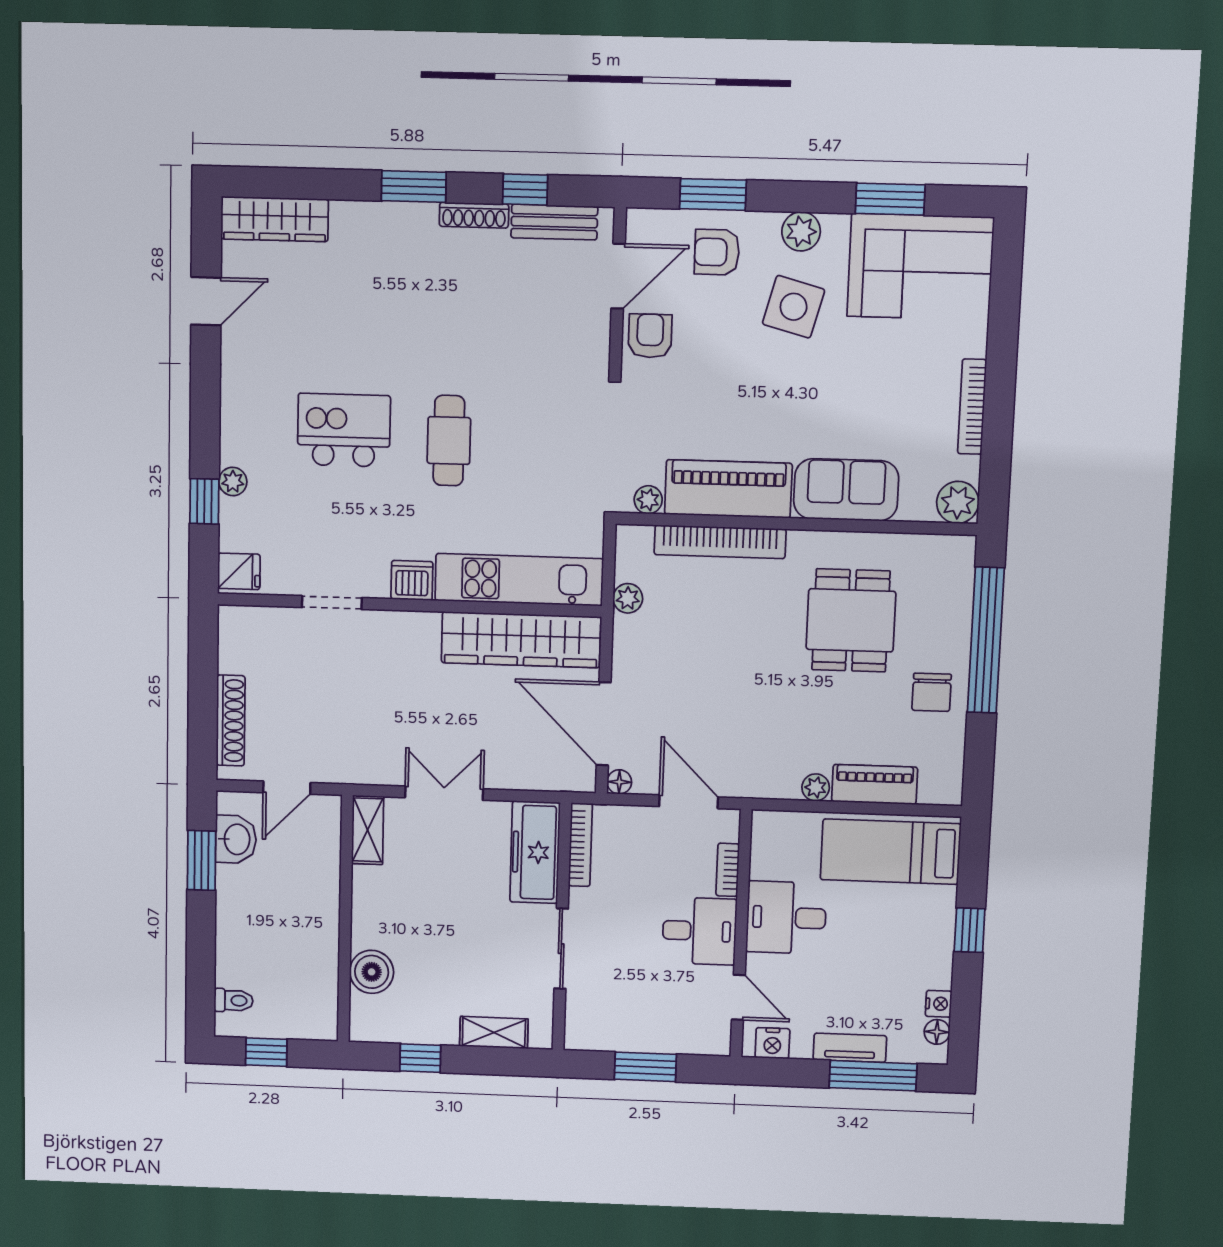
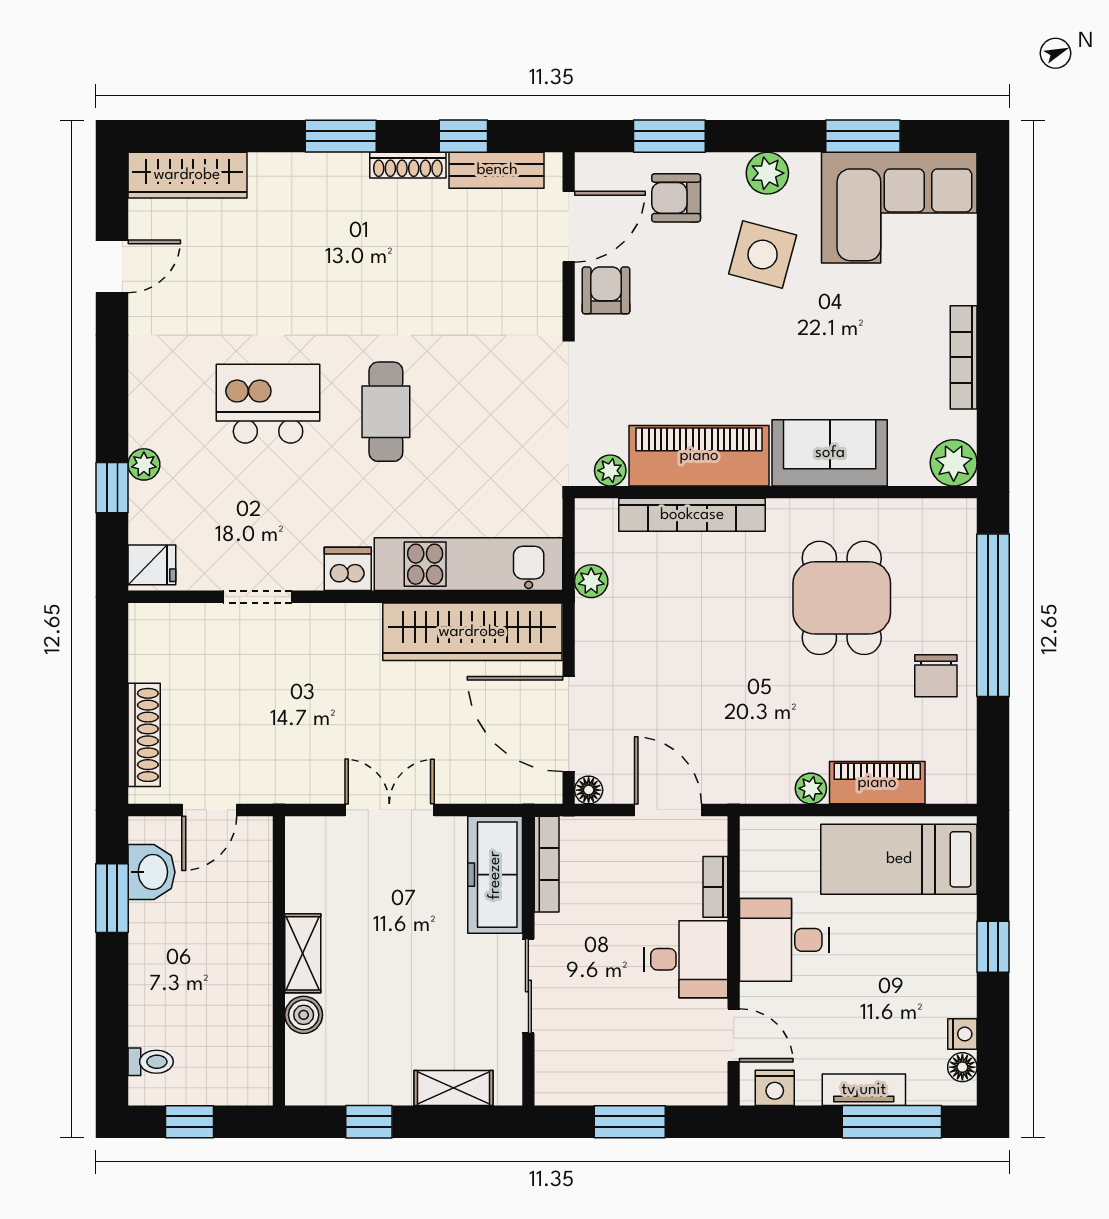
shelving: (368, 830) -> (303, 953), moved
boiler: (372, 972) -> (304, 1015), width x0.73, depth x0.73

